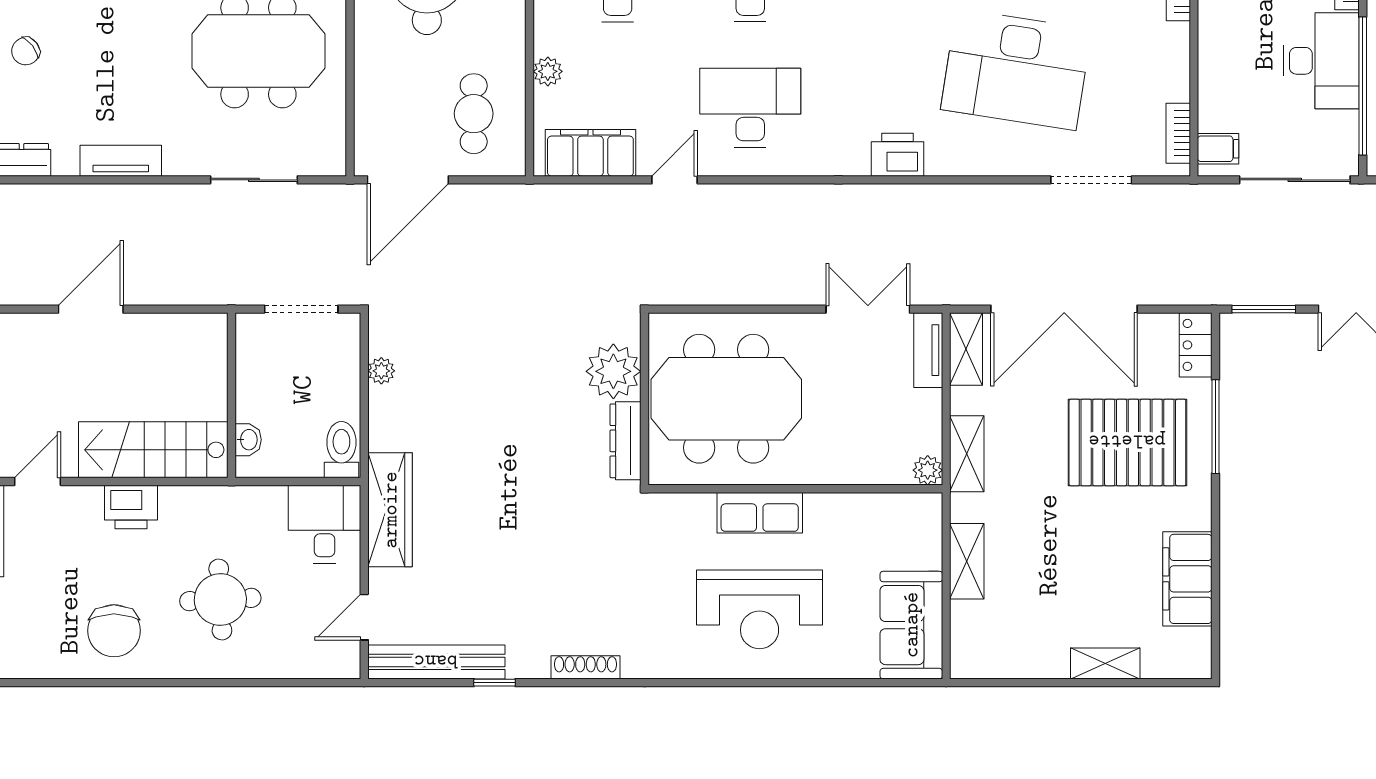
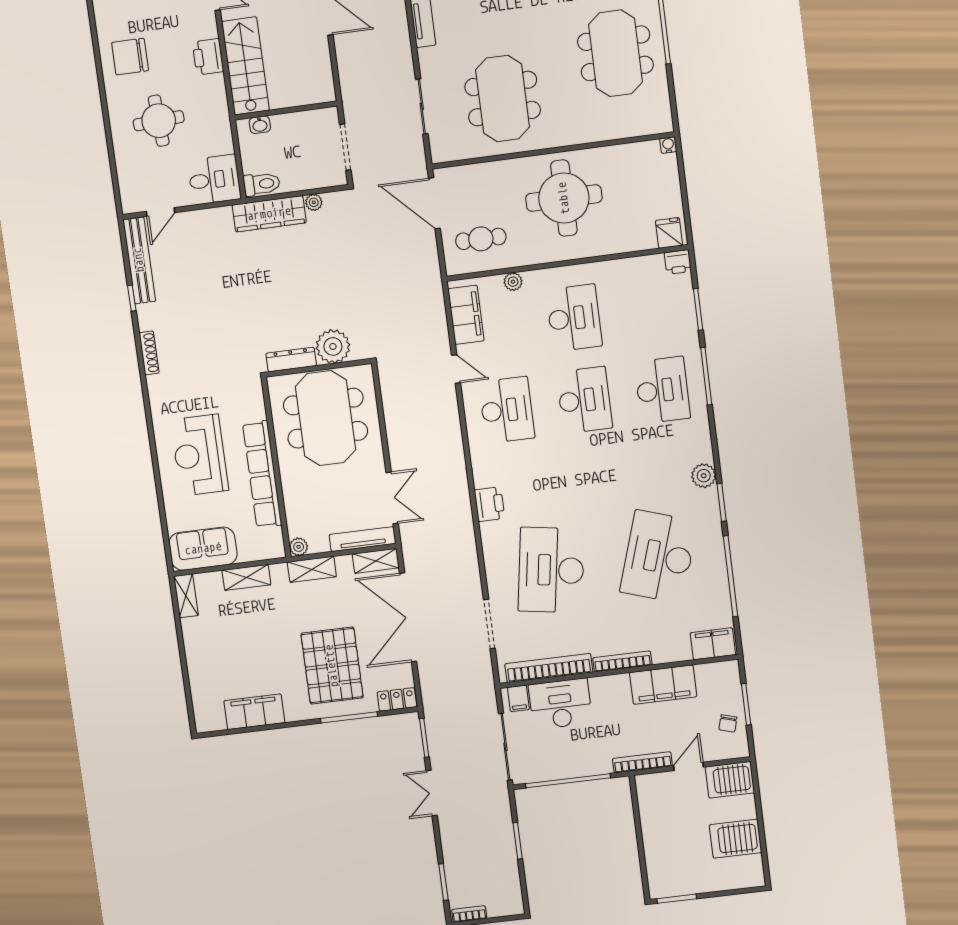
desk: (1321, 61) -> (560, 704), moved, turned 180
bookcase: (1178, 133) -> (549, 668), width x2.31, depth x1.31
tv unit: (928, 350) -> (363, 539), width x1.41
wardrobe: (390, 510) -> (269, 214), moved
row of seats: (760, 513) -> (262, 474), width x2.02
door: (364, 617) -> (160, 212), swing flipped
shelving: (1105, 663) -> (186, 596), moved

